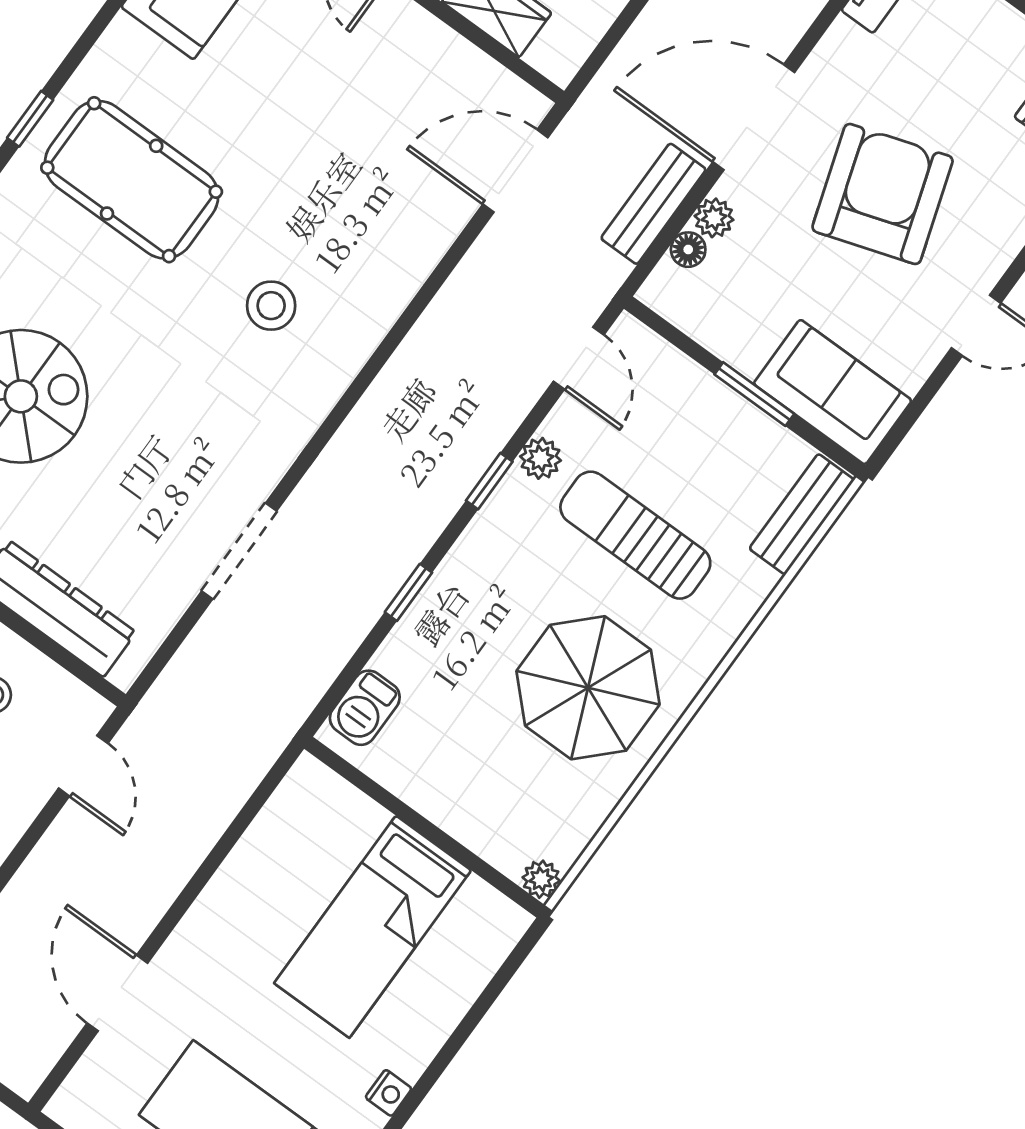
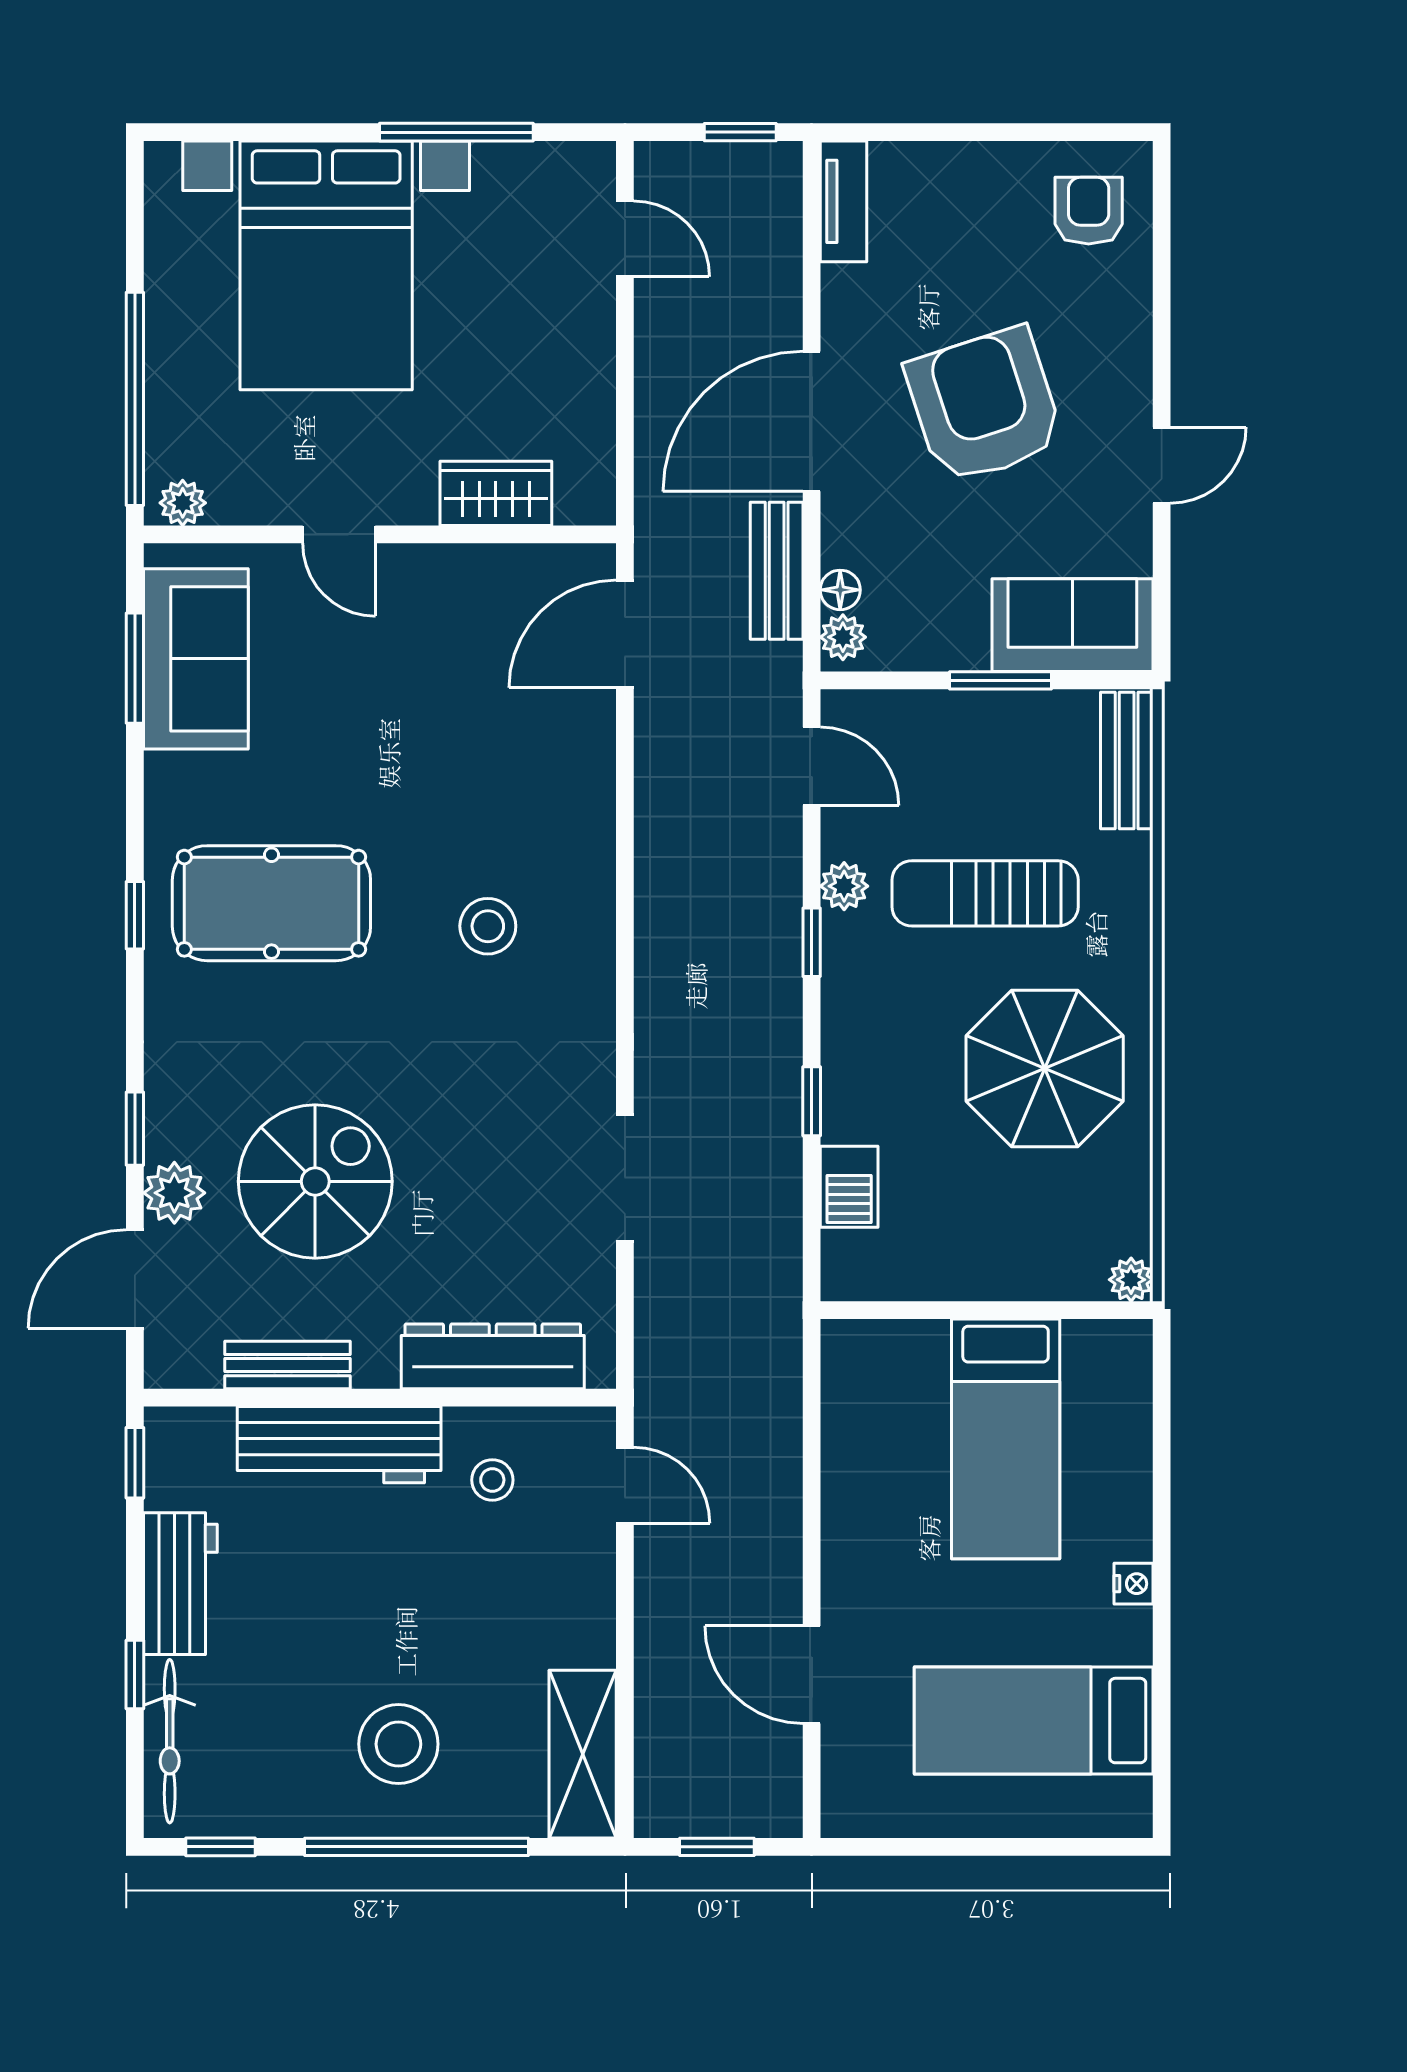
plant: (714, 218) -> (843, 637), moved
barbecue: (365, 708) -> (849, 1187), moved

